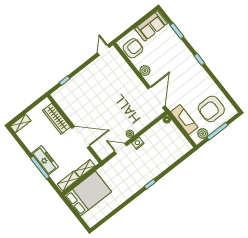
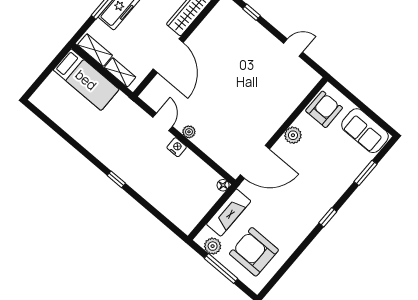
armchair: (133, 48) -> (324, 109), turned -90
door: (103, 50) -> (293, 48), moved
bed: (88, 194) -> (86, 80), width x0.67

